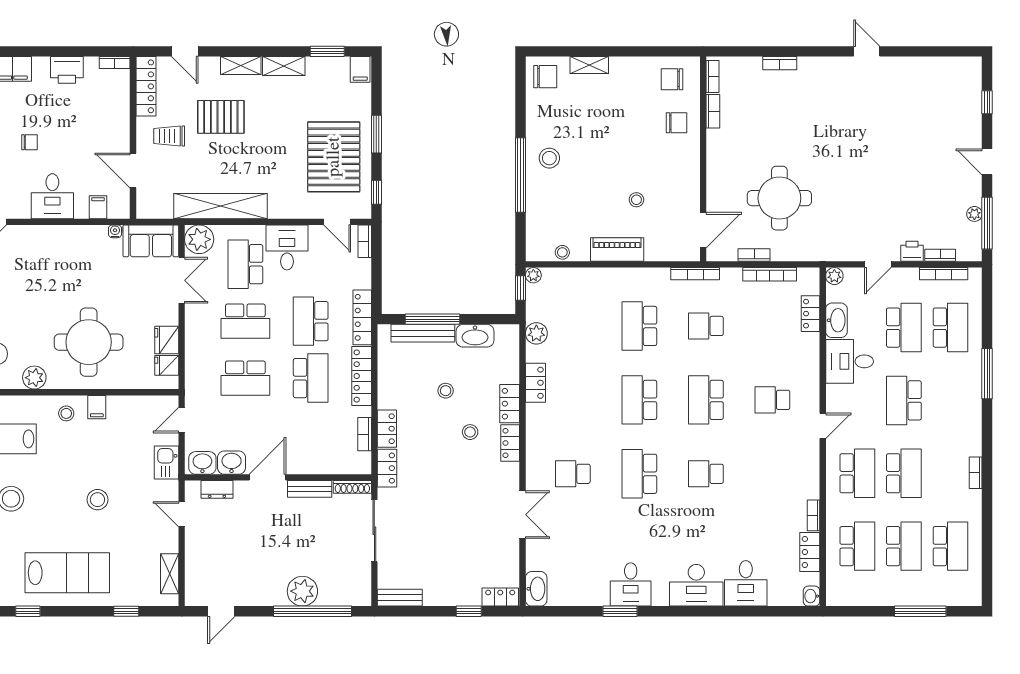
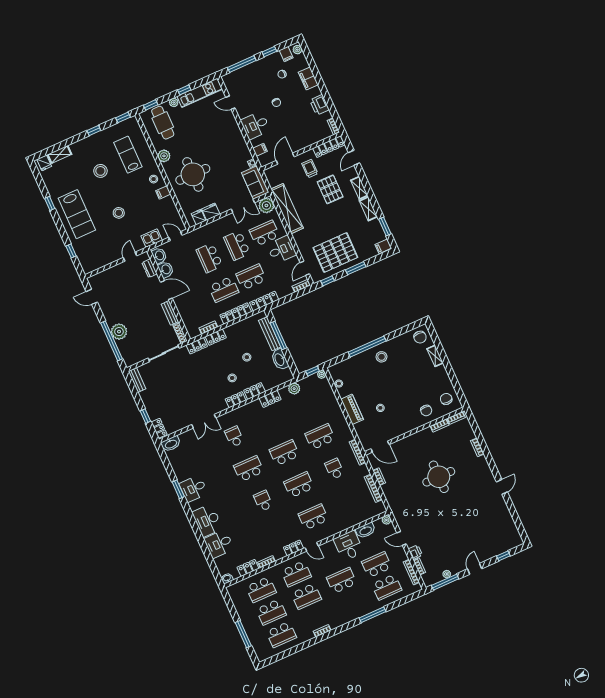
round table: (779, 198) -> (439, 477), moved
locker: (811, 314) -> (294, 548), moved
school desk: (904, 328) -> (377, 565), turned 180
school desk: (772, 400) -> (313, 517), width x1.85
shelving: (170, 574) -> (99, 264), removed

